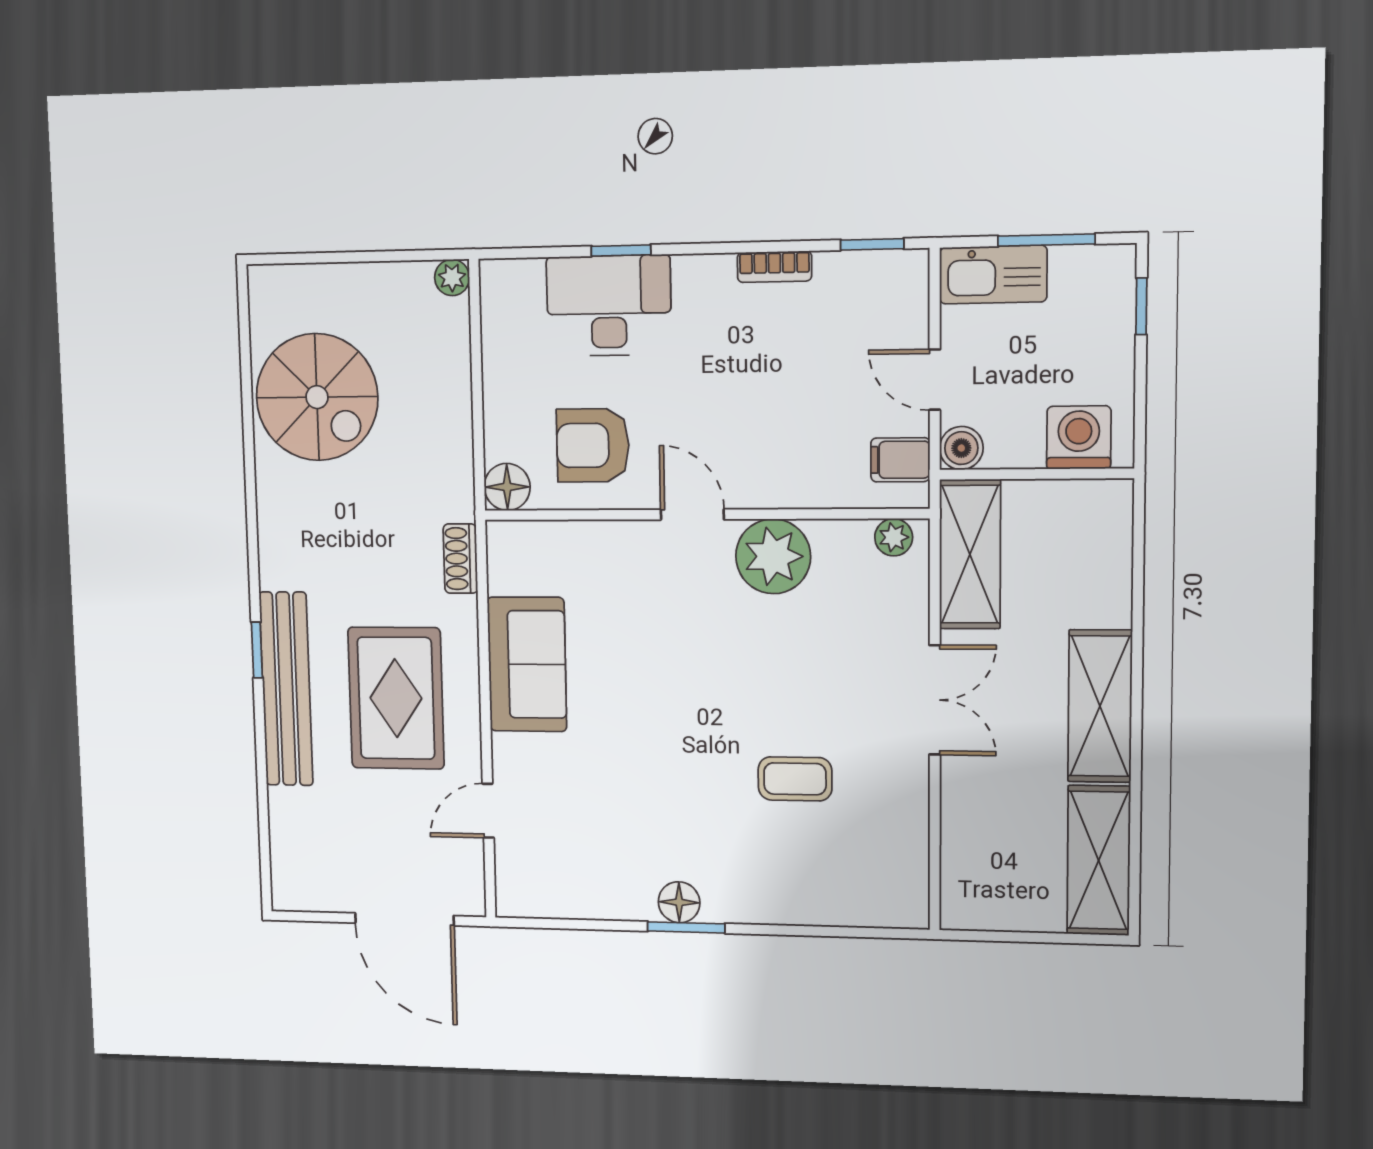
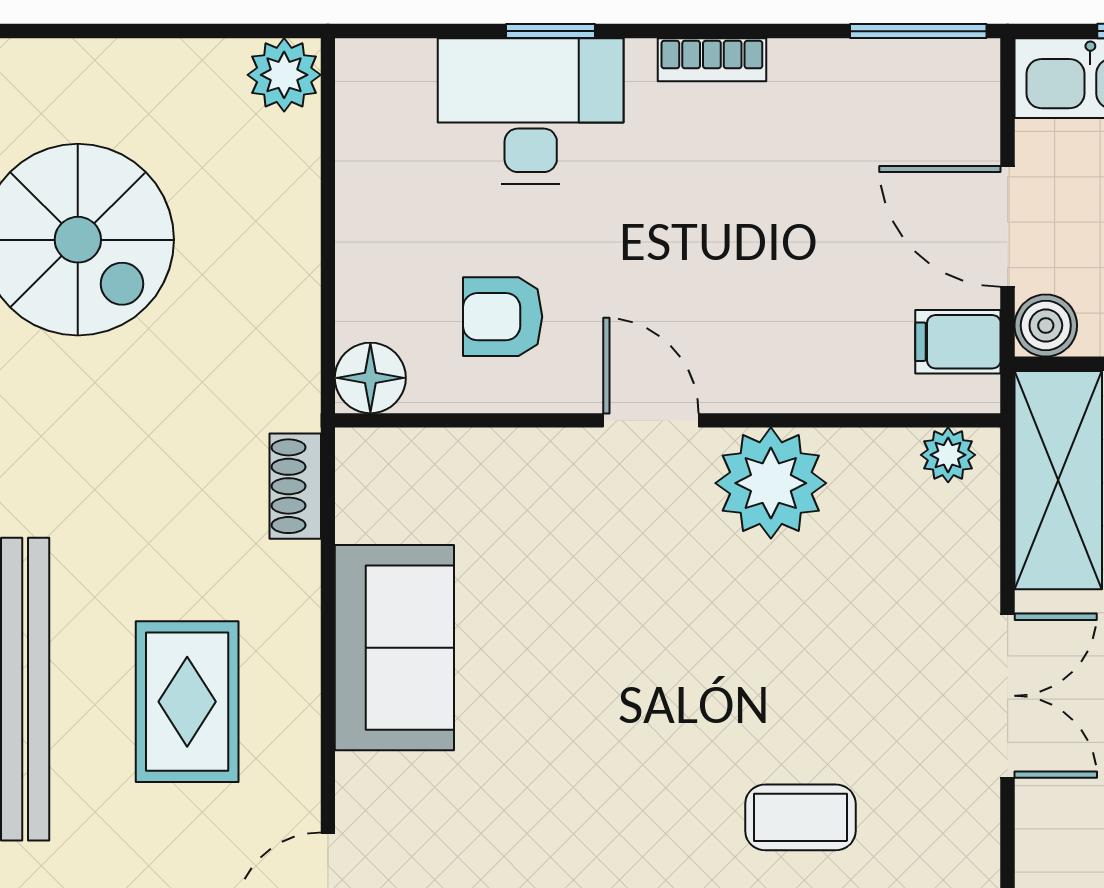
window: (872, 244) -> (918, 31), width x1.50
bookcase: (774, 267) -> (712, 60), moved
plant: (452, 278) -> (284, 75), width x1.38, depth x1.38
door: (935, 380) -> (1008, 226), width x1.38
armchair: (593, 445) -> (503, 317), width x0.72, depth x0.72
rug: (396, 698) -> (187, 702), width x0.73, depth x0.70

